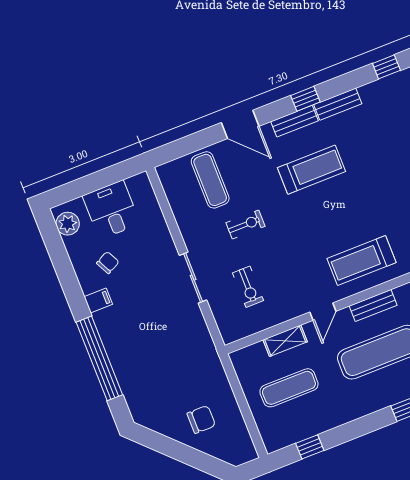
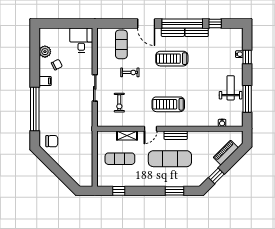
window: (386, 67) -> (215, 24), moved
window: (305, 99) -> (182, 24), width x3.17
treadmill: (312, 170) -> (172, 59), turned 180
desk: (111, 210) -> (81, 40), moved
plant: (68, 224) -> (45, 52), moved
treadmill: (362, 261) -> (168, 104), moved
chair: (201, 419) -> (52, 141), moved

